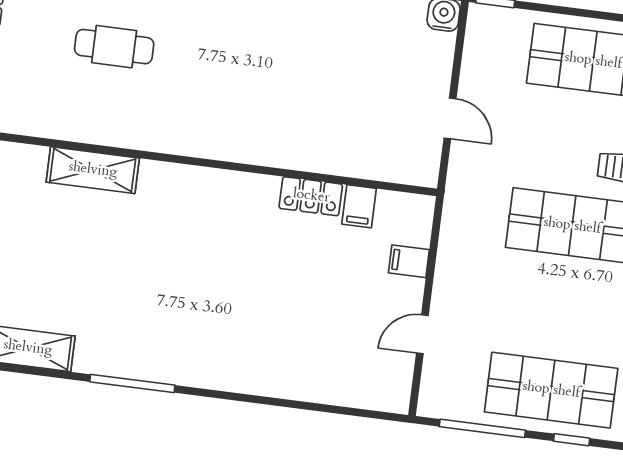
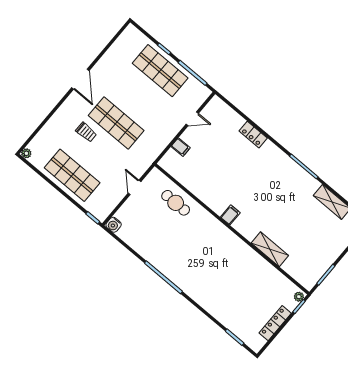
cafe table: (114, 47) -> (176, 203), moved
locker: (311, 196) -> (253, 135), moved, turned 180
filing cabinet: (359, 206) -> (230, 215), moved

